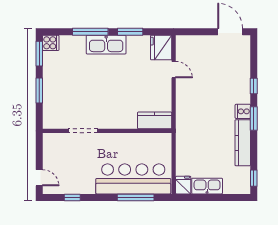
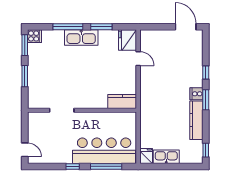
window: (72, 197) -> (73, 166), moved

